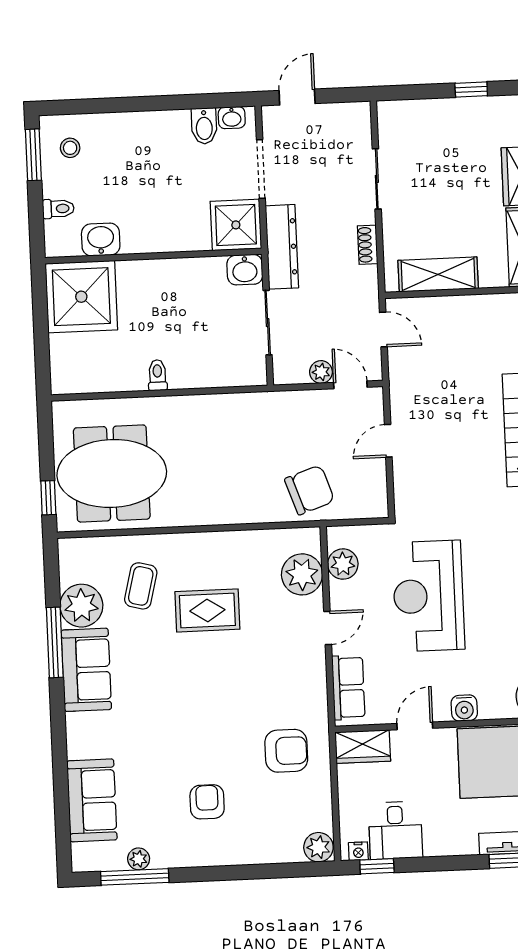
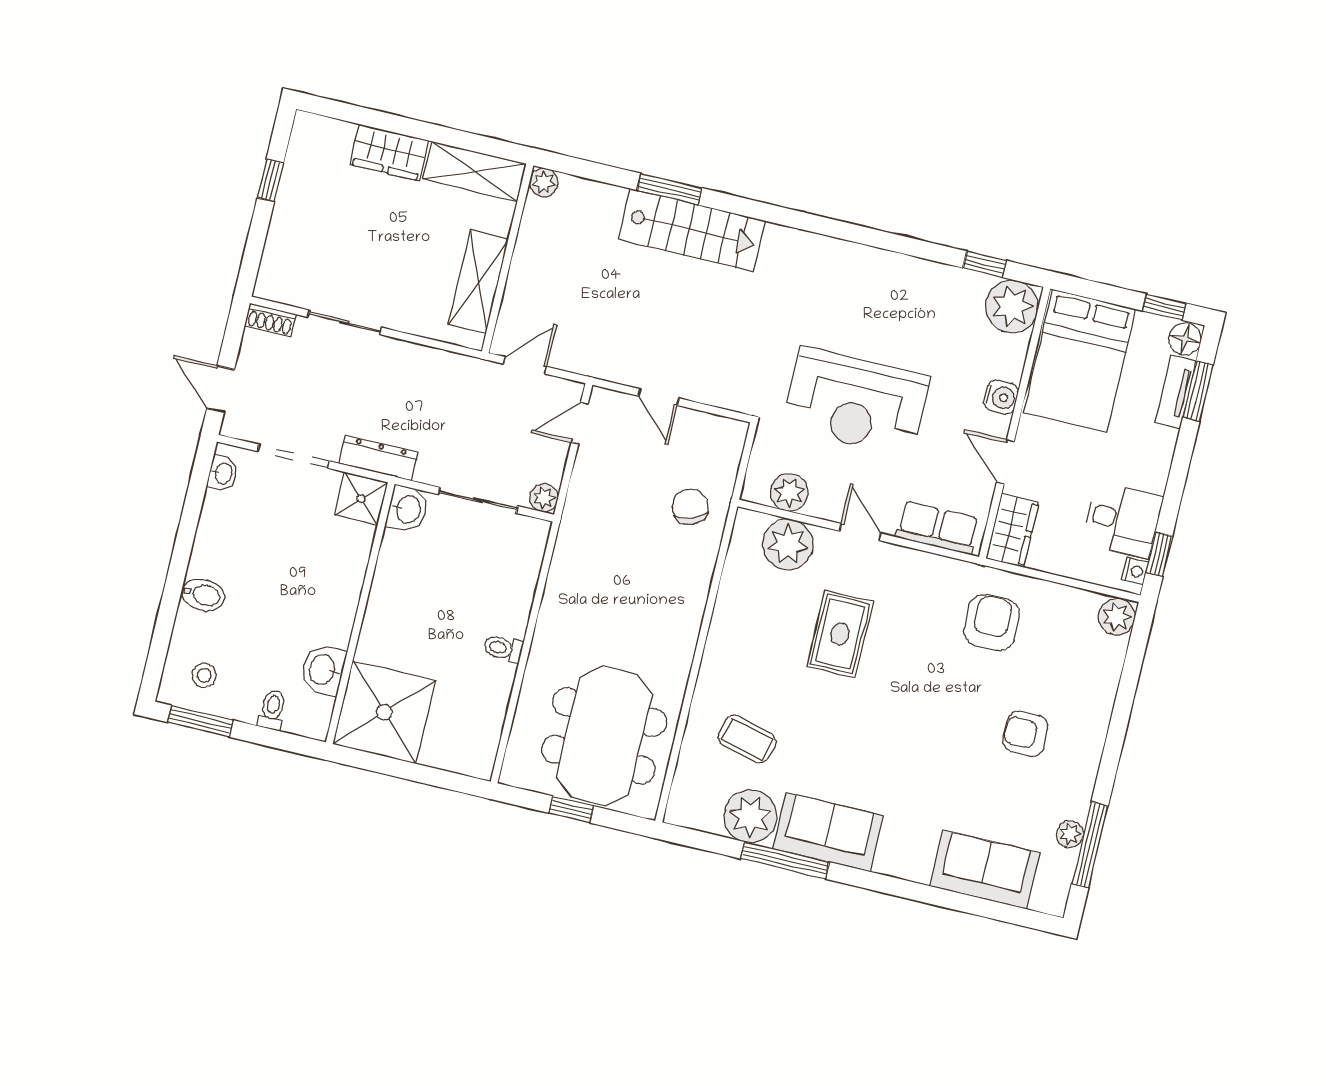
bidet: (204, 126) -> (203, 595), moved
shower: (236, 225) -> (361, 499), width x0.73, depth x0.73
shoe rack: (368, 245) -> (270, 320), moved
dresser: (282, 247) -> (379, 458), width x0.73, depth x0.80
plant: (321, 372) -> (544, 498), moved
chair: (310, 490) -> (690, 507), width x0.73, depth x0.73
window: (48, 498) -> (571, 810), moved
rug: (207, 610) -> (840, 634), moved

